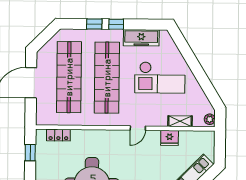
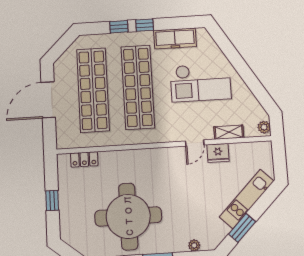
door: (138, 128) -> (195, 143), moved
window: (30, 153) -> (52, 200), moved

